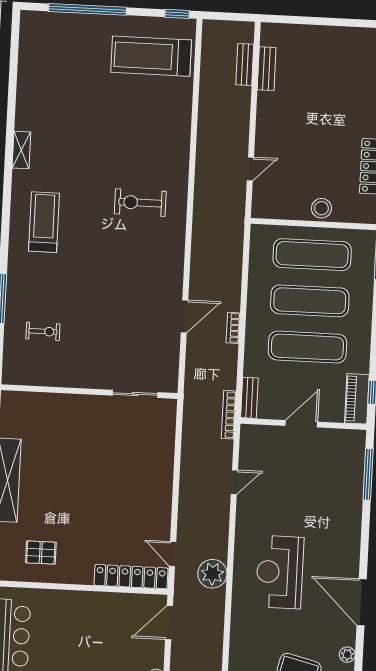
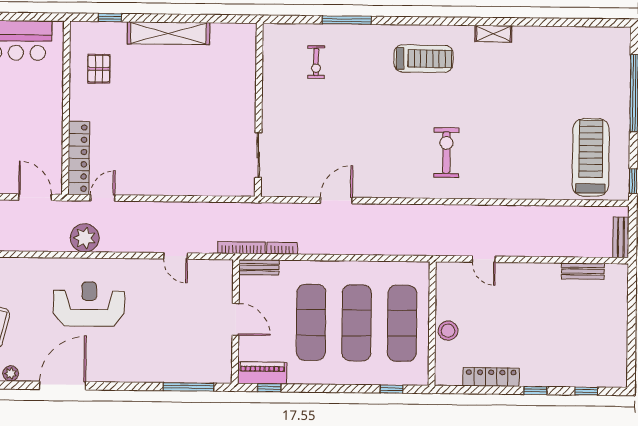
bench: (245, 64) -> (621, 237), moved, turned 90
door: (185, 316) -> (336, 200), swing flipped
bookcase: (233, 328) -> (282, 248), moved

